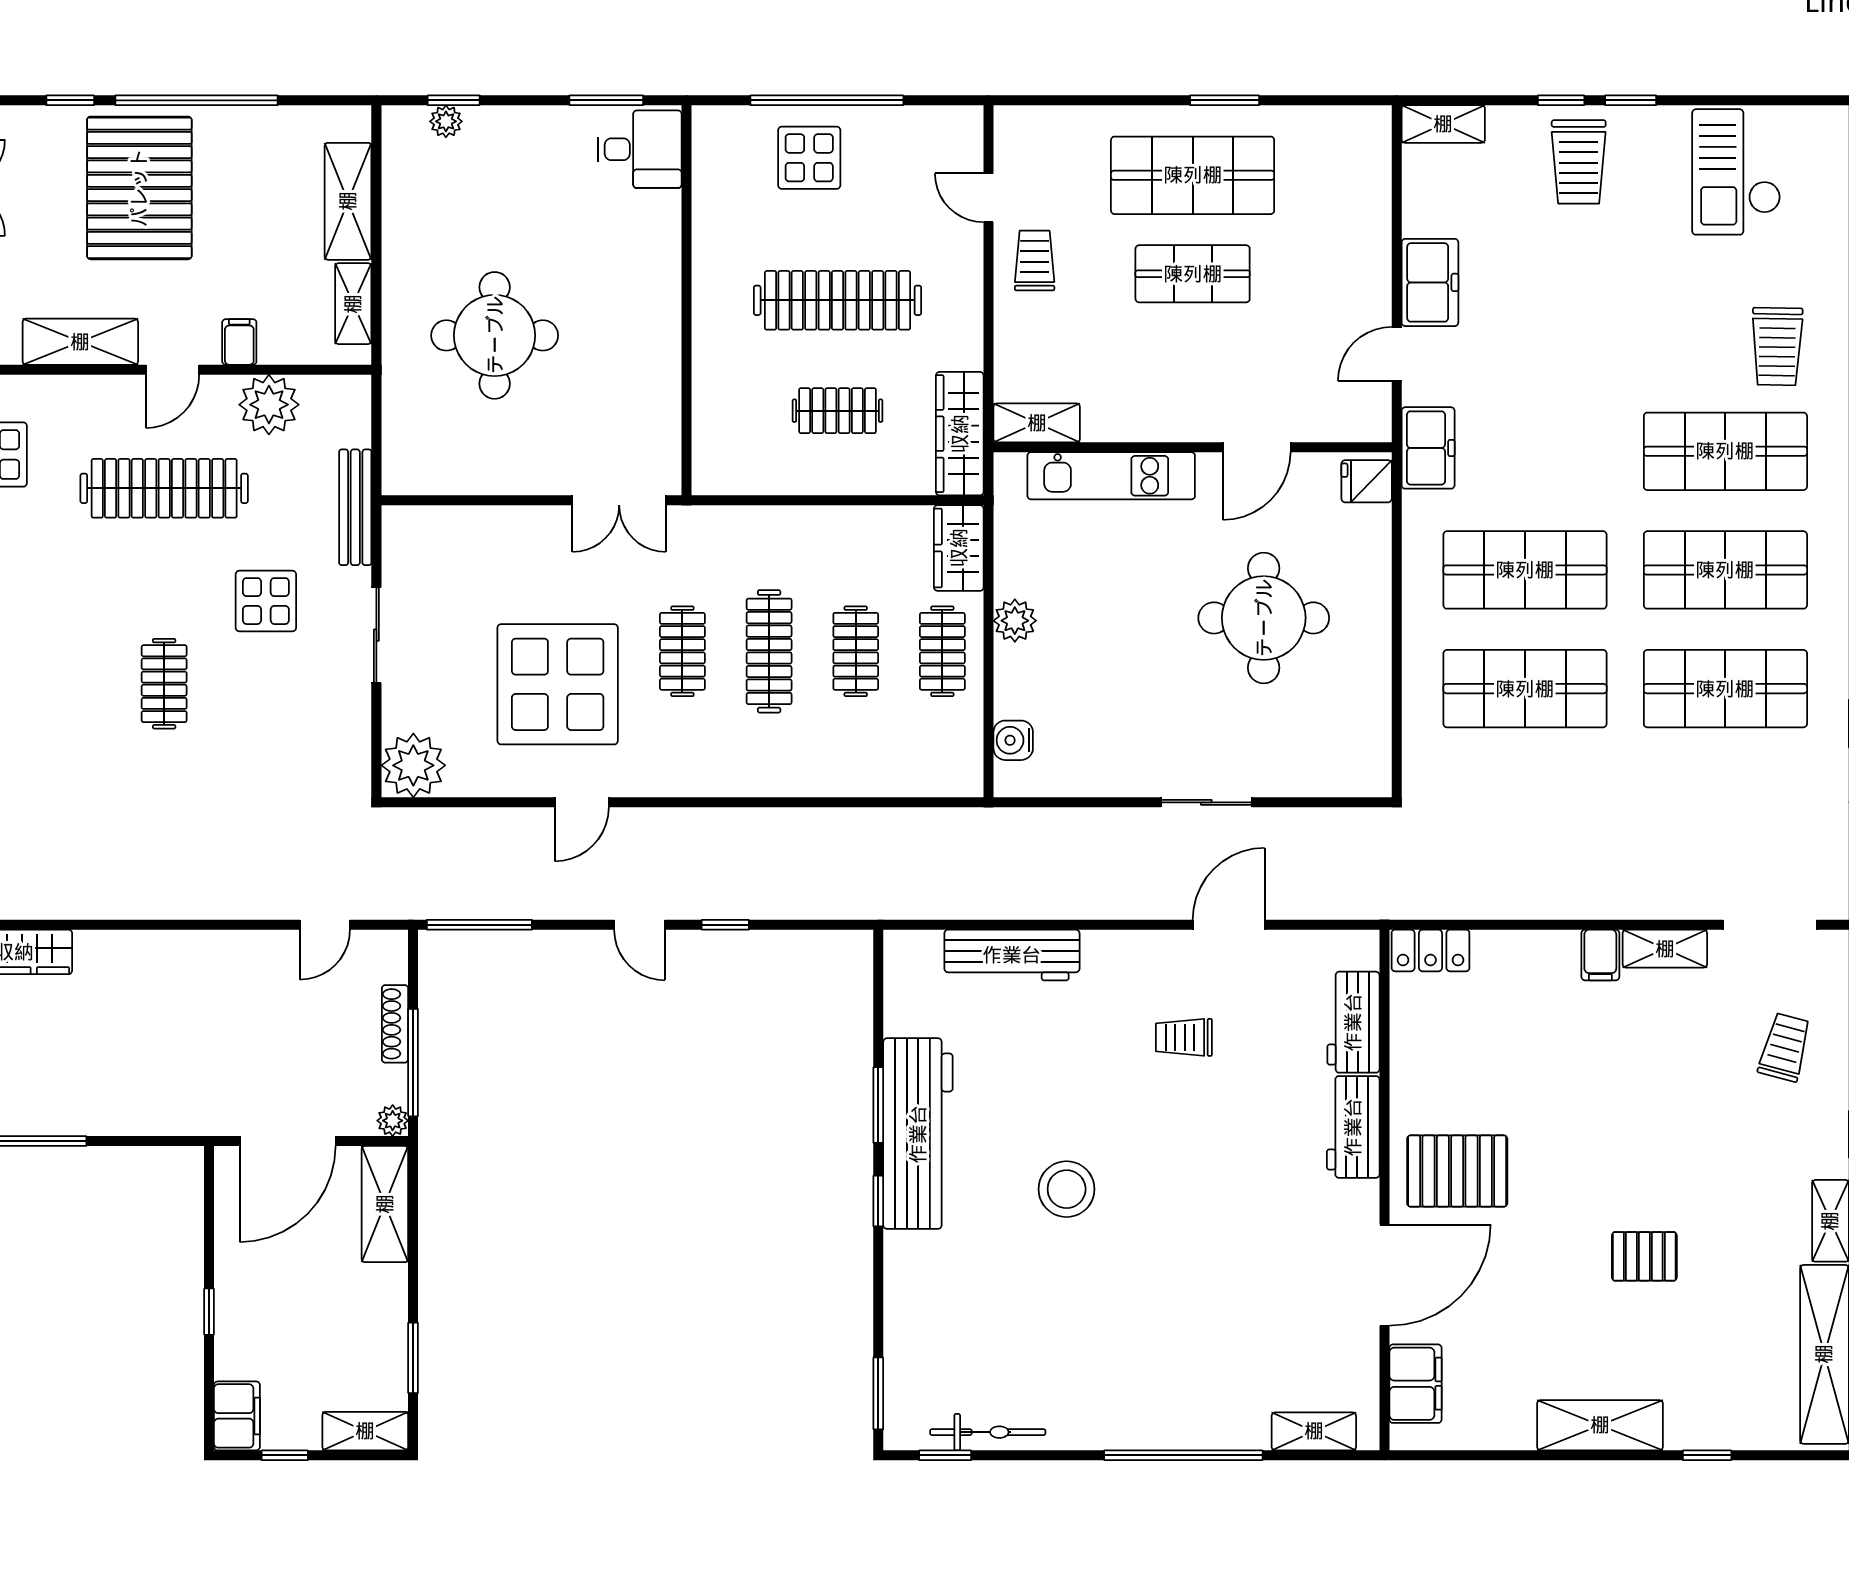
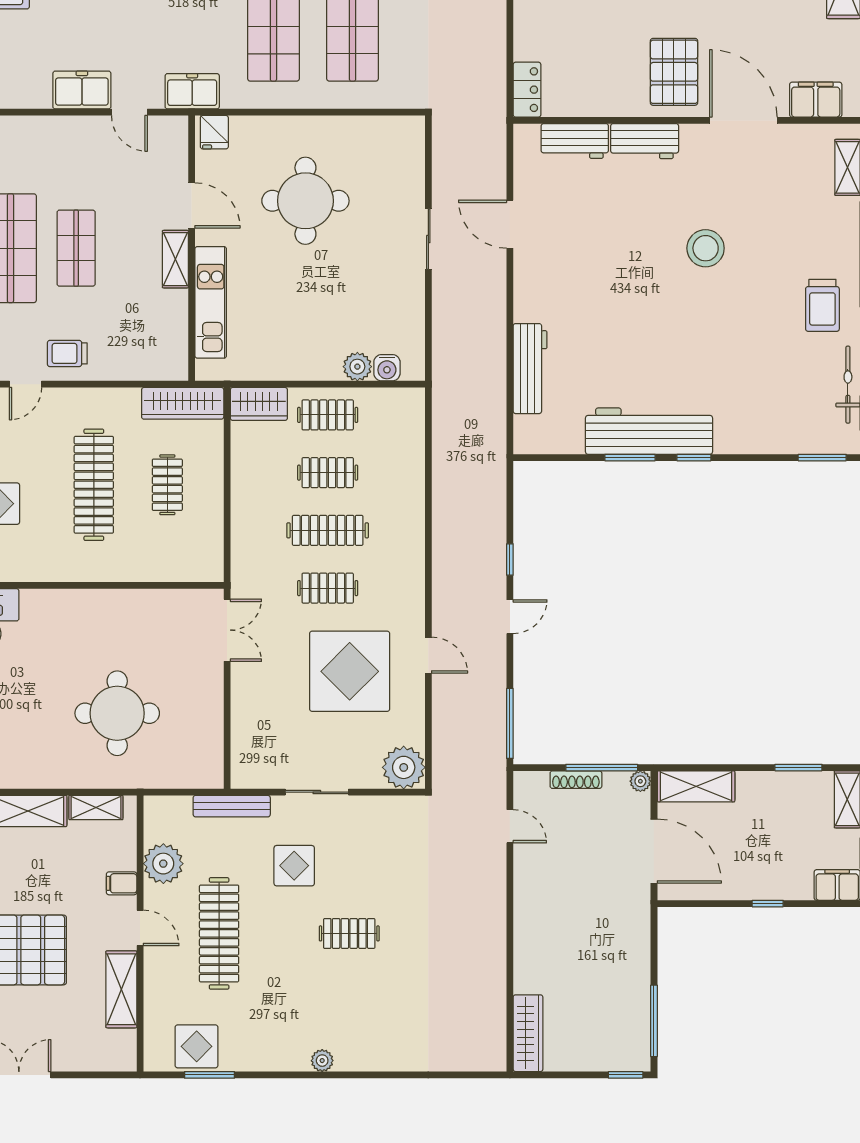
shelving: (1037, 423) -> (175, 259), moved
plant: (1015, 621) -> (357, 367), moved
trolley: (1184, 1037) -> (822, 305), moved, width x1.36, depth x1.39
stool: (1067, 1189) -> (706, 248), moved

